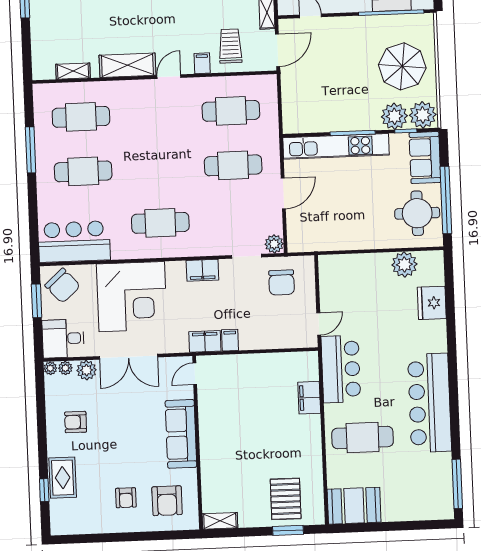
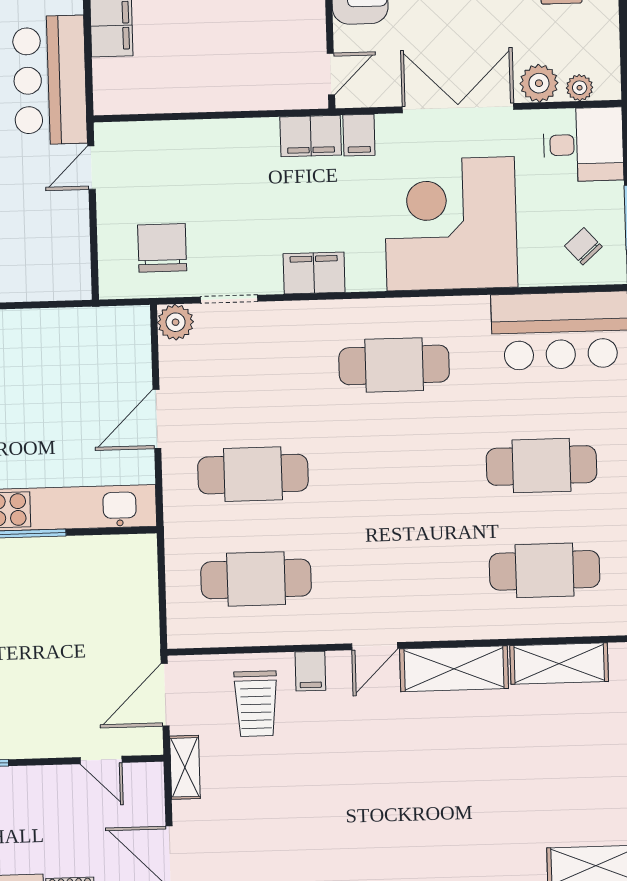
shelving: (73, 71) -> (559, 664), width x1.50, depth x1.33
chair: (63, 286) -> (583, 246), width x0.54, depth x0.54
filing cabinet: (230, 340) -> (359, 135), moved
plant: (50, 368) -> (608, 88), removed

